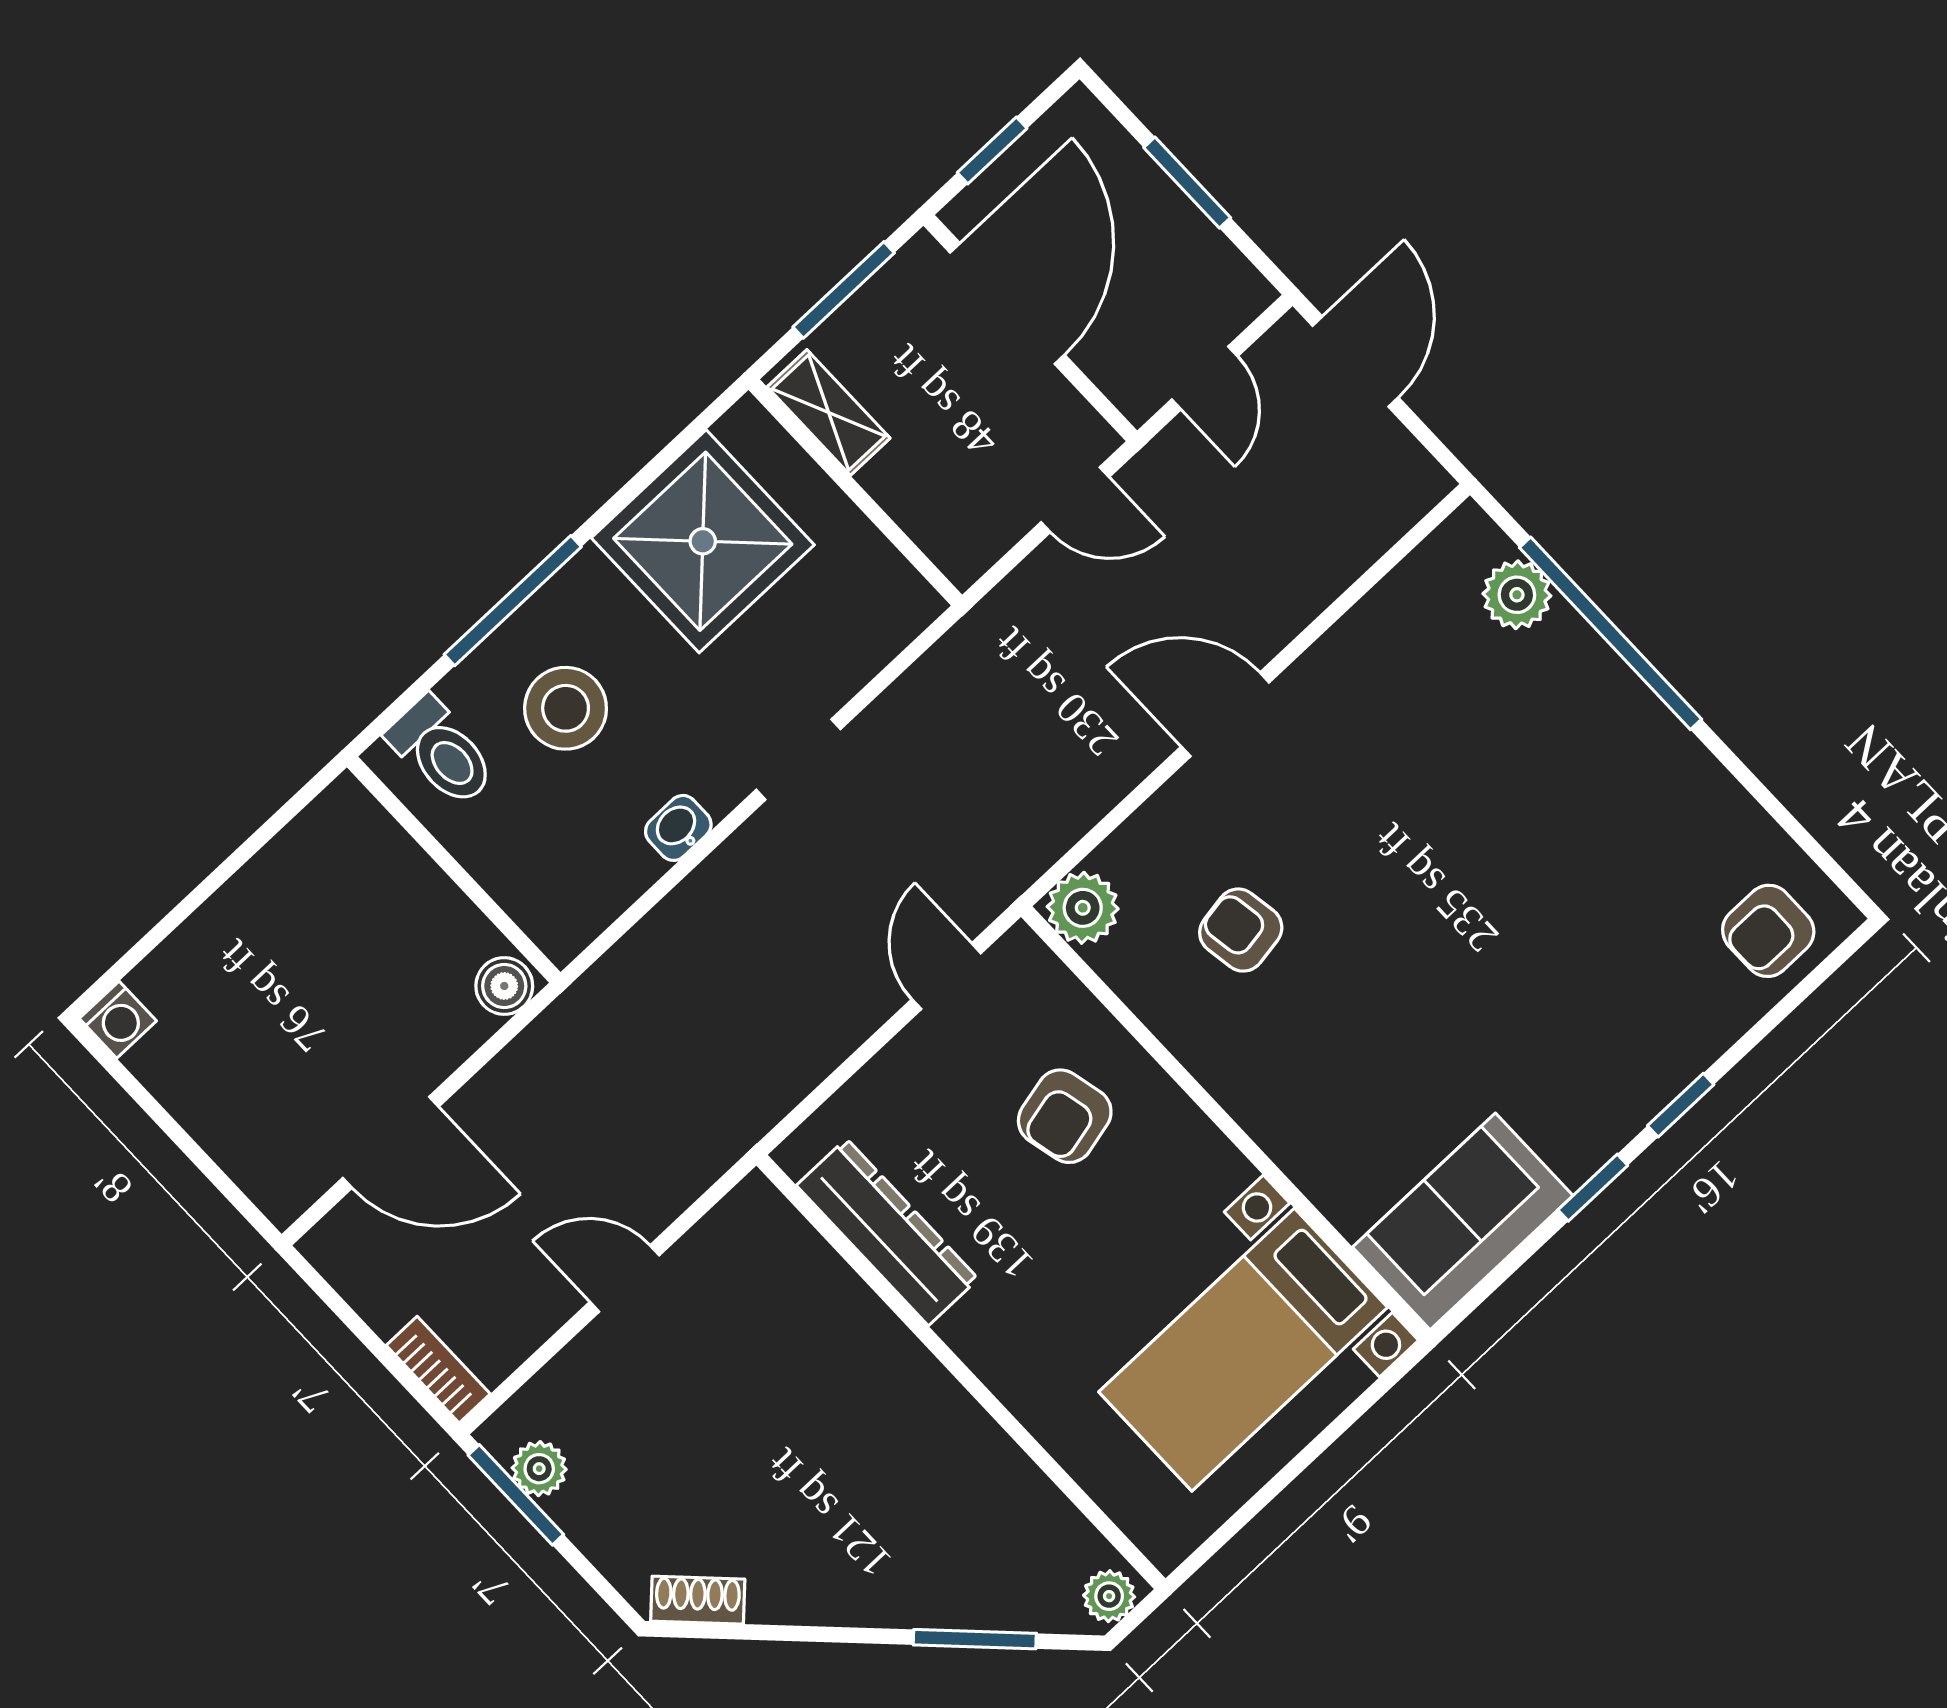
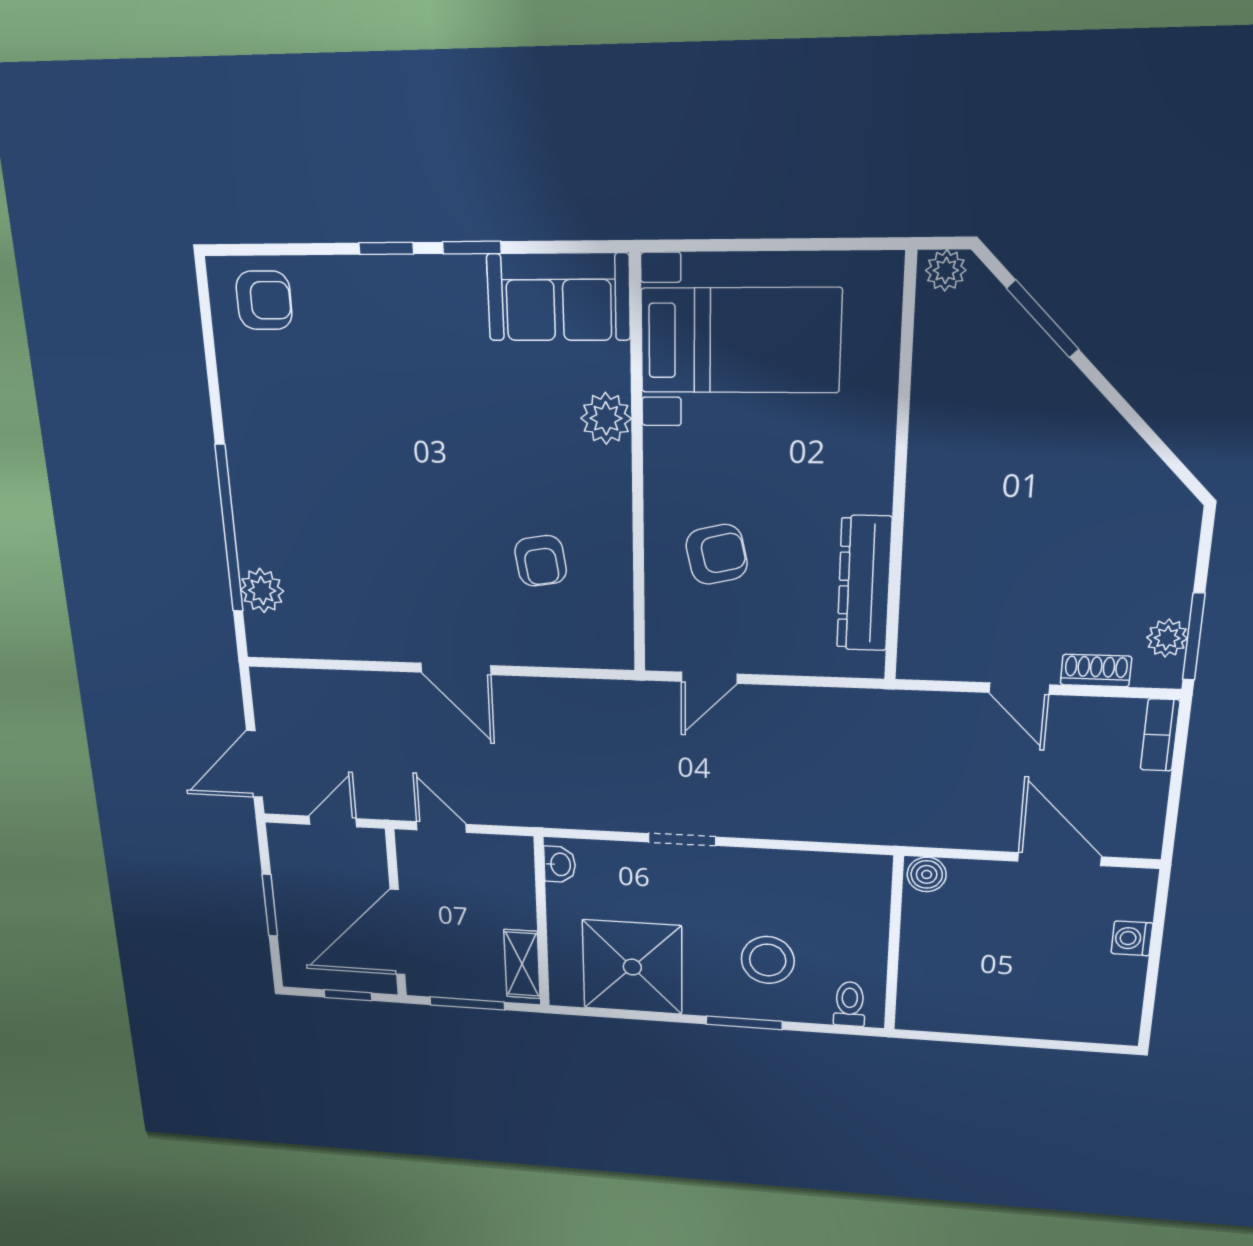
window: (513, 601) -> (744, 1023), width x0.69
toilet: (442, 752) -> (850, 1004), width x0.73, depth x0.72
washbasin: (678, 828) -> (560, 864), moved, turned -90
plant: (1083, 908) -> (606, 418), moved
washing machine: (118, 1020) -> (1132, 938), moved, turned -90
shoe rack: (698, 1600) -> (1096, 671), moved, turned 135

